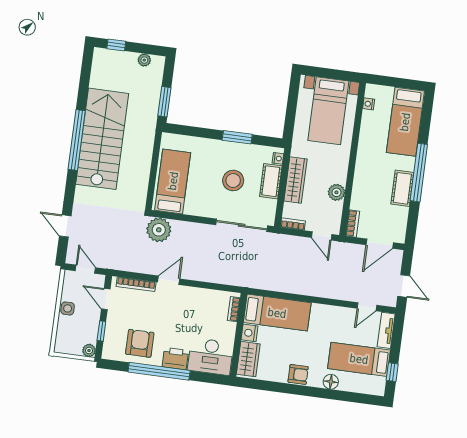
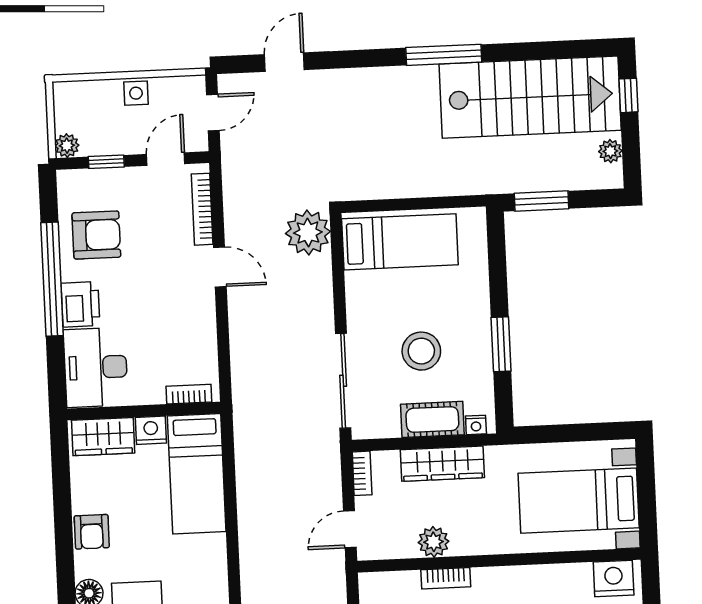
nightstand: (369, 104) -> (614, 578), width x1.89, depth x1.79
stairs: (102, 139) -> (530, 97), moved
window: (77, 140) -> (444, 55), width x0.68
bookcase: (353, 223) -> (446, 578), moved

